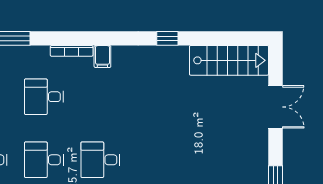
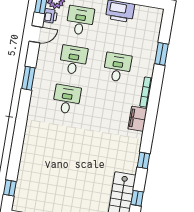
window: (221, 38) -> (137, 198), added
filing cabinet: (102, 56) -> (138, 119), width x2.00

